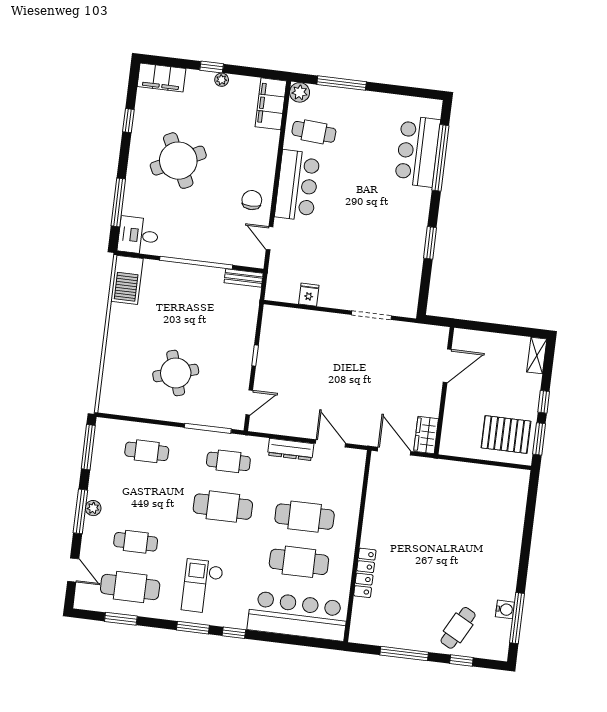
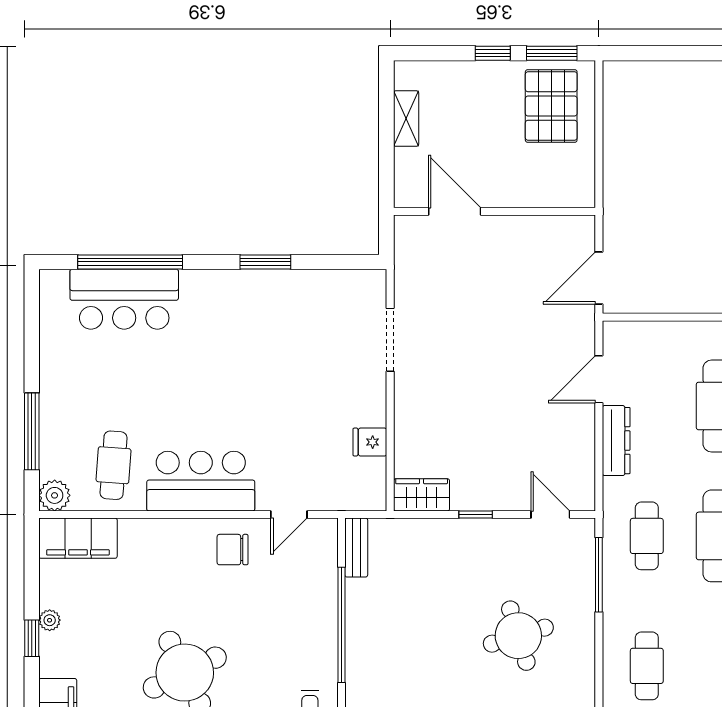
shelving: (537, 355) -> (406, 119), moved, turned 90
wardrobe: (426, 435) -> (422, 495), moved, turned 180

